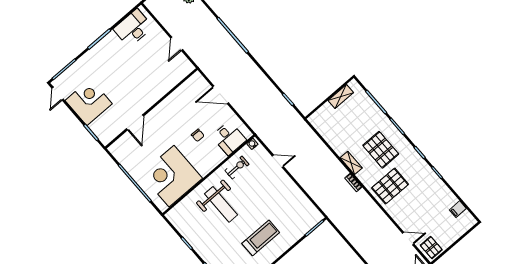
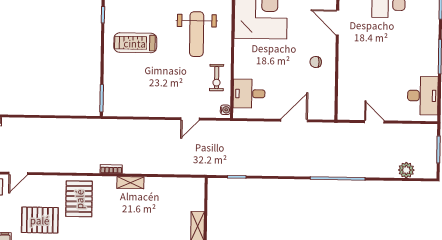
chair: (198, 135) -> (316, 62), moved
pallet: (381, 150) -> (40, 220), moved
weight bench: (221, 204) -> (197, 34), turned -90
treadmill: (261, 238) -> (135, 43), turned 90

